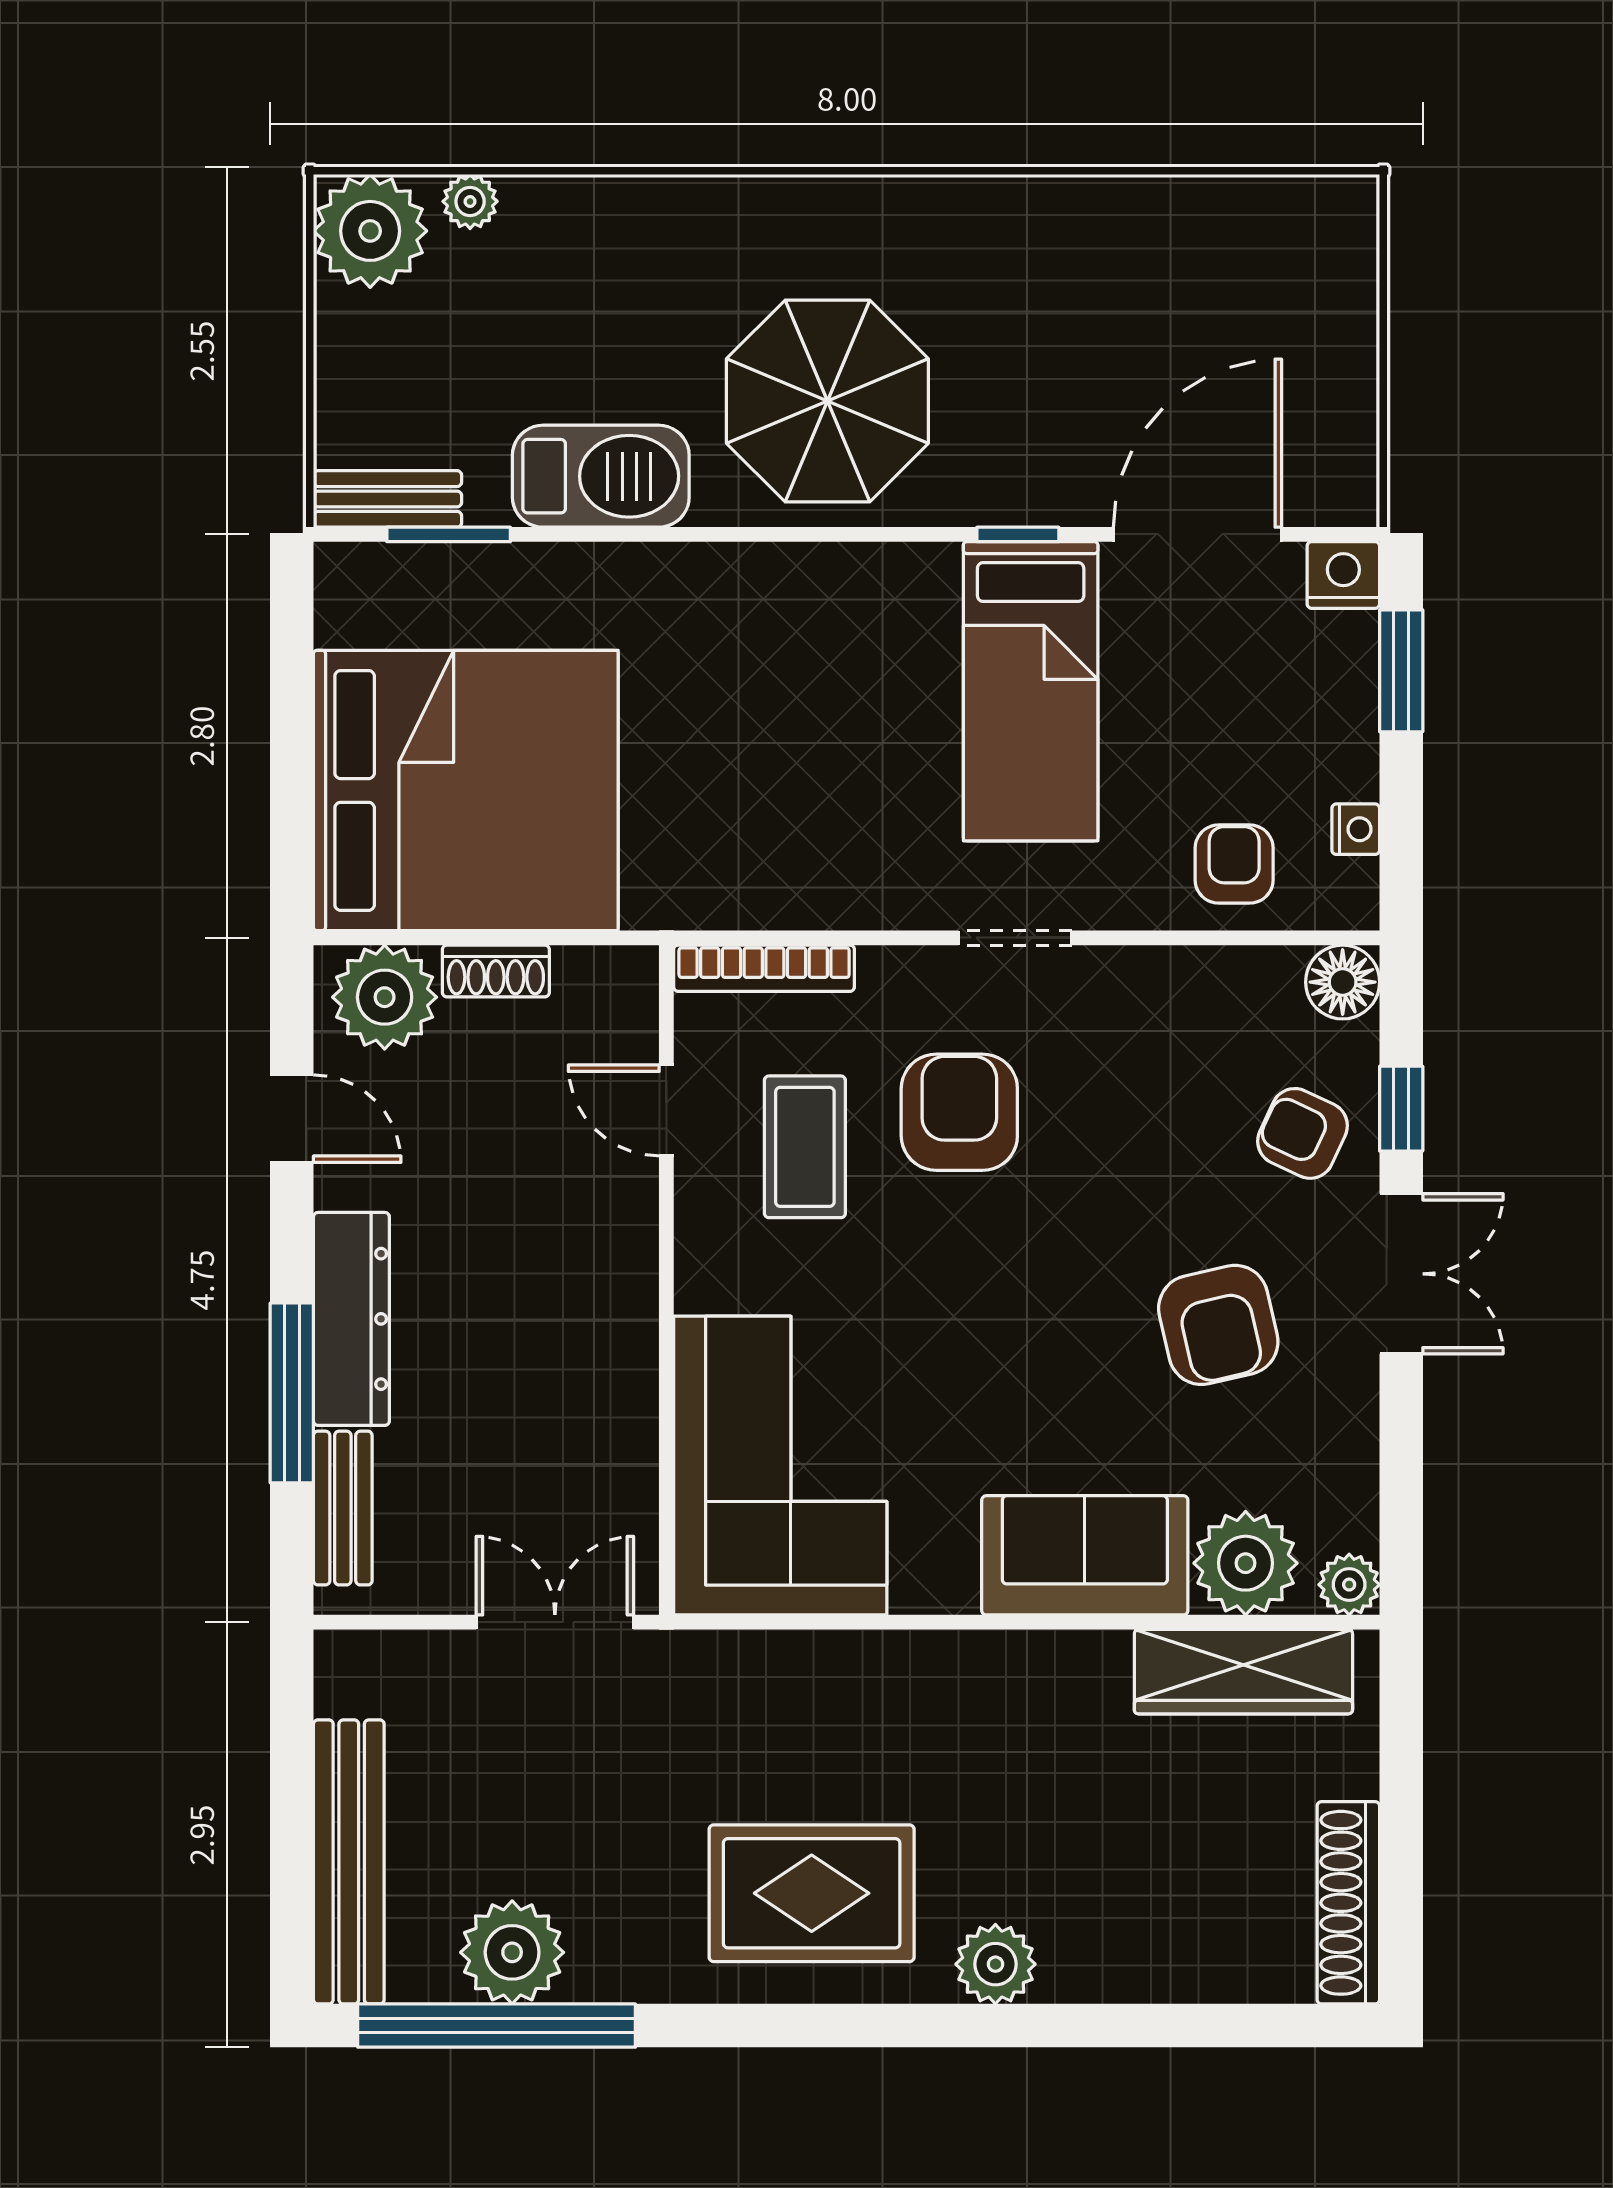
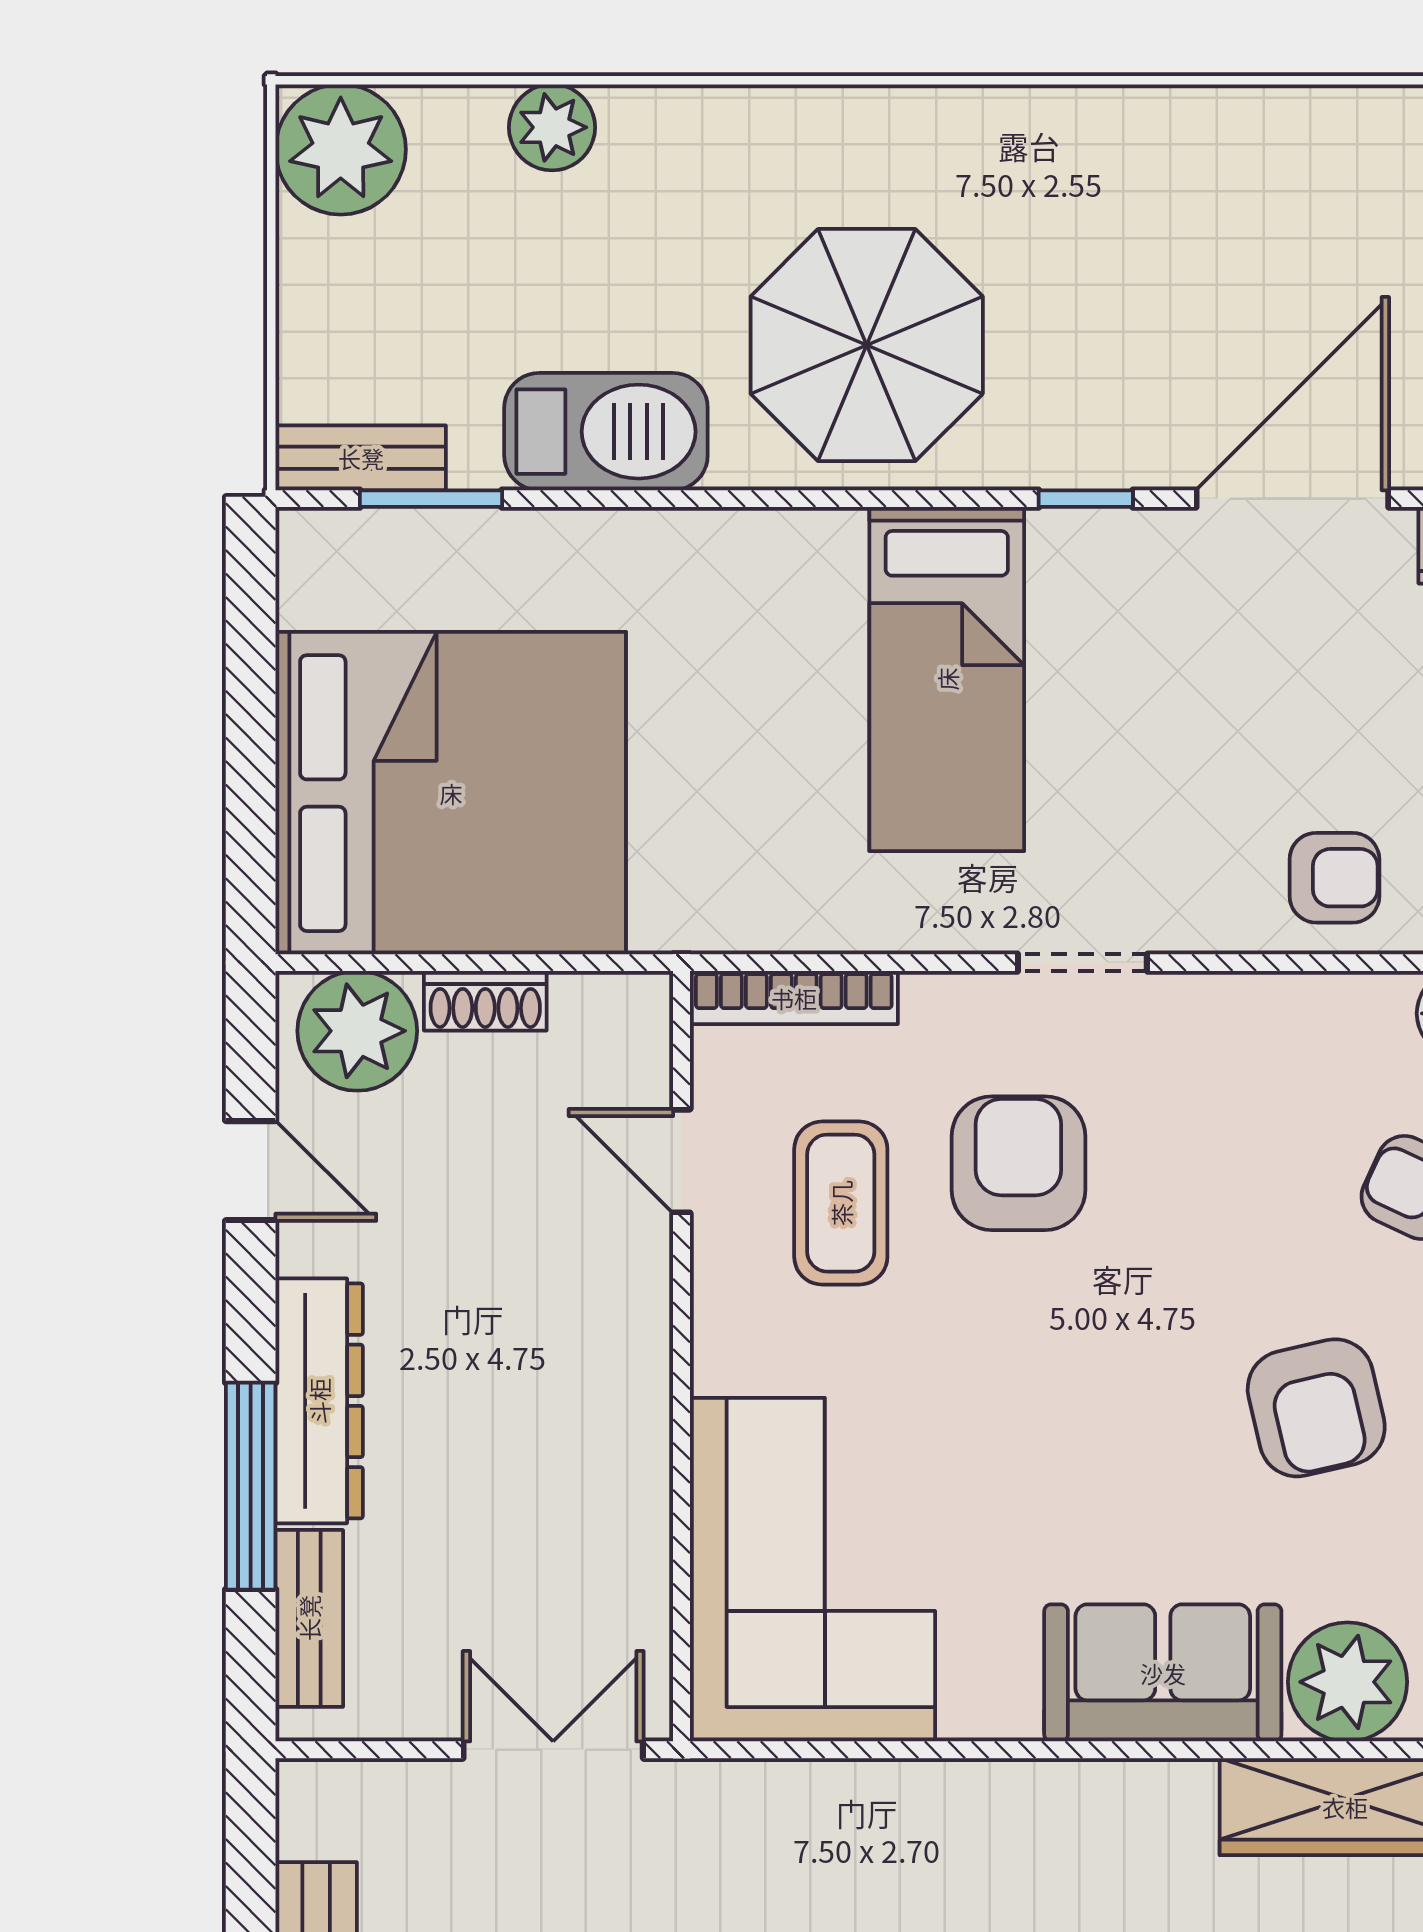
plant: (470, 201) -> (552, 127), moved, width x1.38, depth x1.38
bed: (1031, 691) -> (947, 679), moved
armchair: (1234, 864) -> (1334, 878), turned 90

